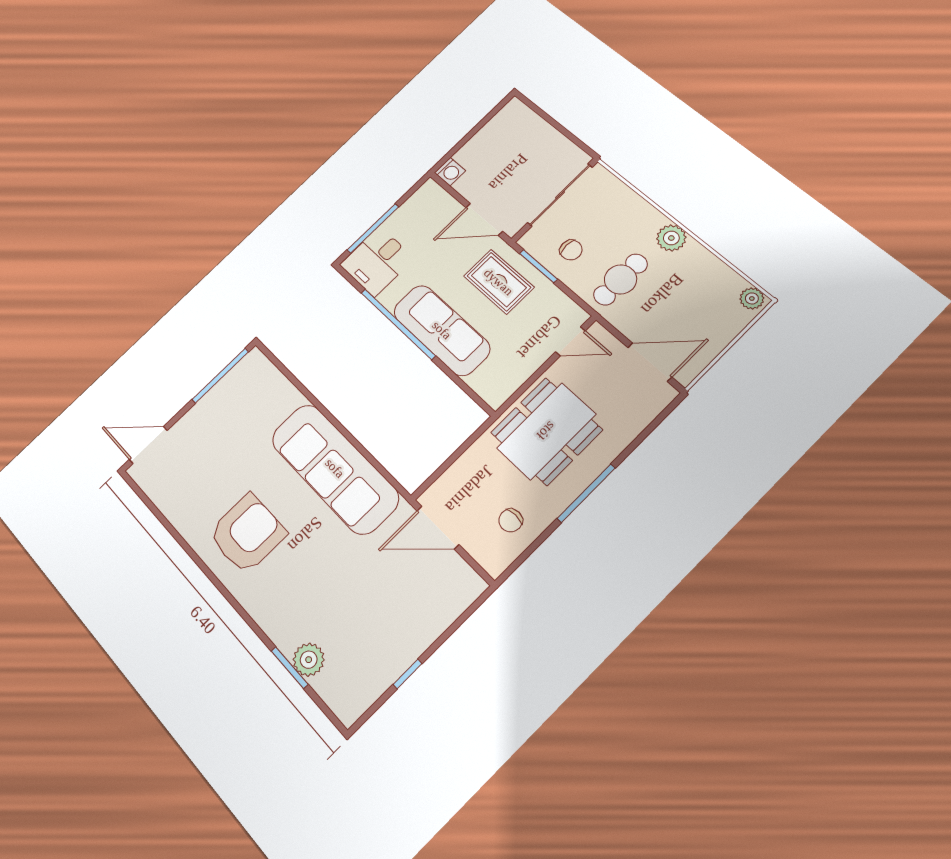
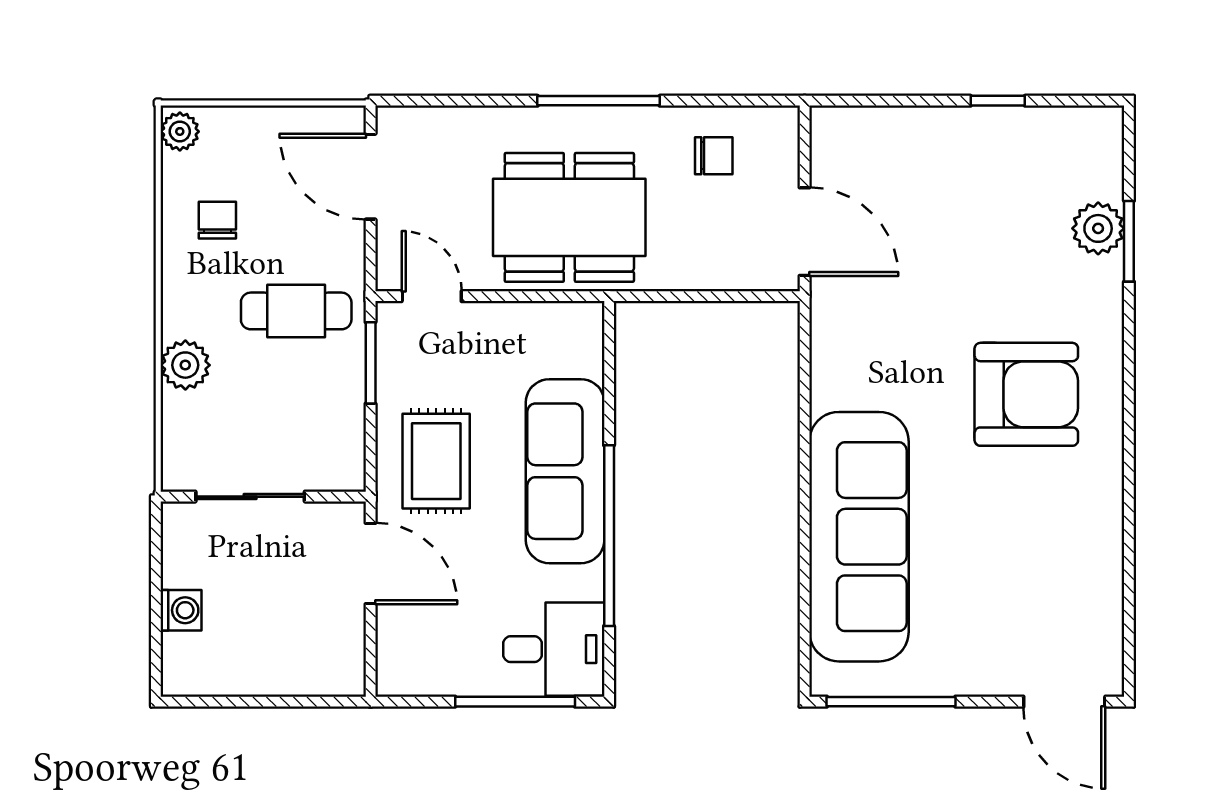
washing machine: (450, 172) -> (181, 610), moved, turned 90
sliding door: (560, 195) -> (250, 497), width x0.73
plant: (671, 238) -> (185, 365), moved
chair: (571, 250) -> (217, 220), moved
window: (539, 266) -> (371, 363), moved
sofa: (335, 468) -> (859, 537), moved
armchair: (247, 534) -> (1026, 394), moved, turned 180

